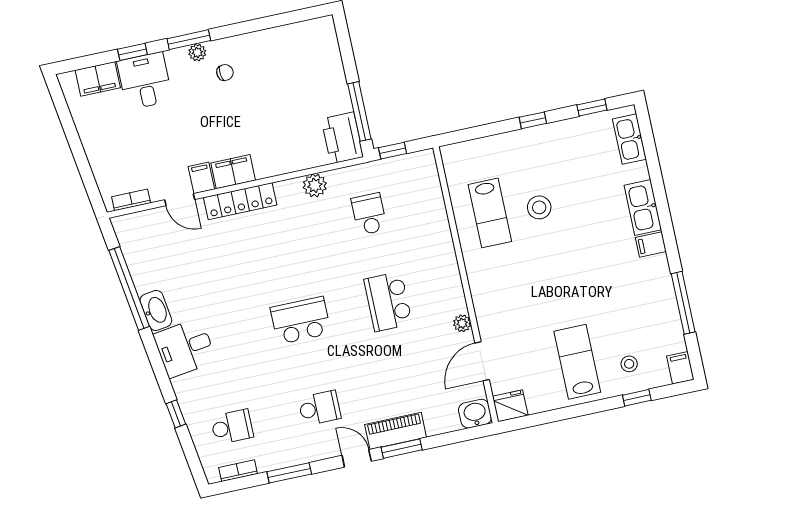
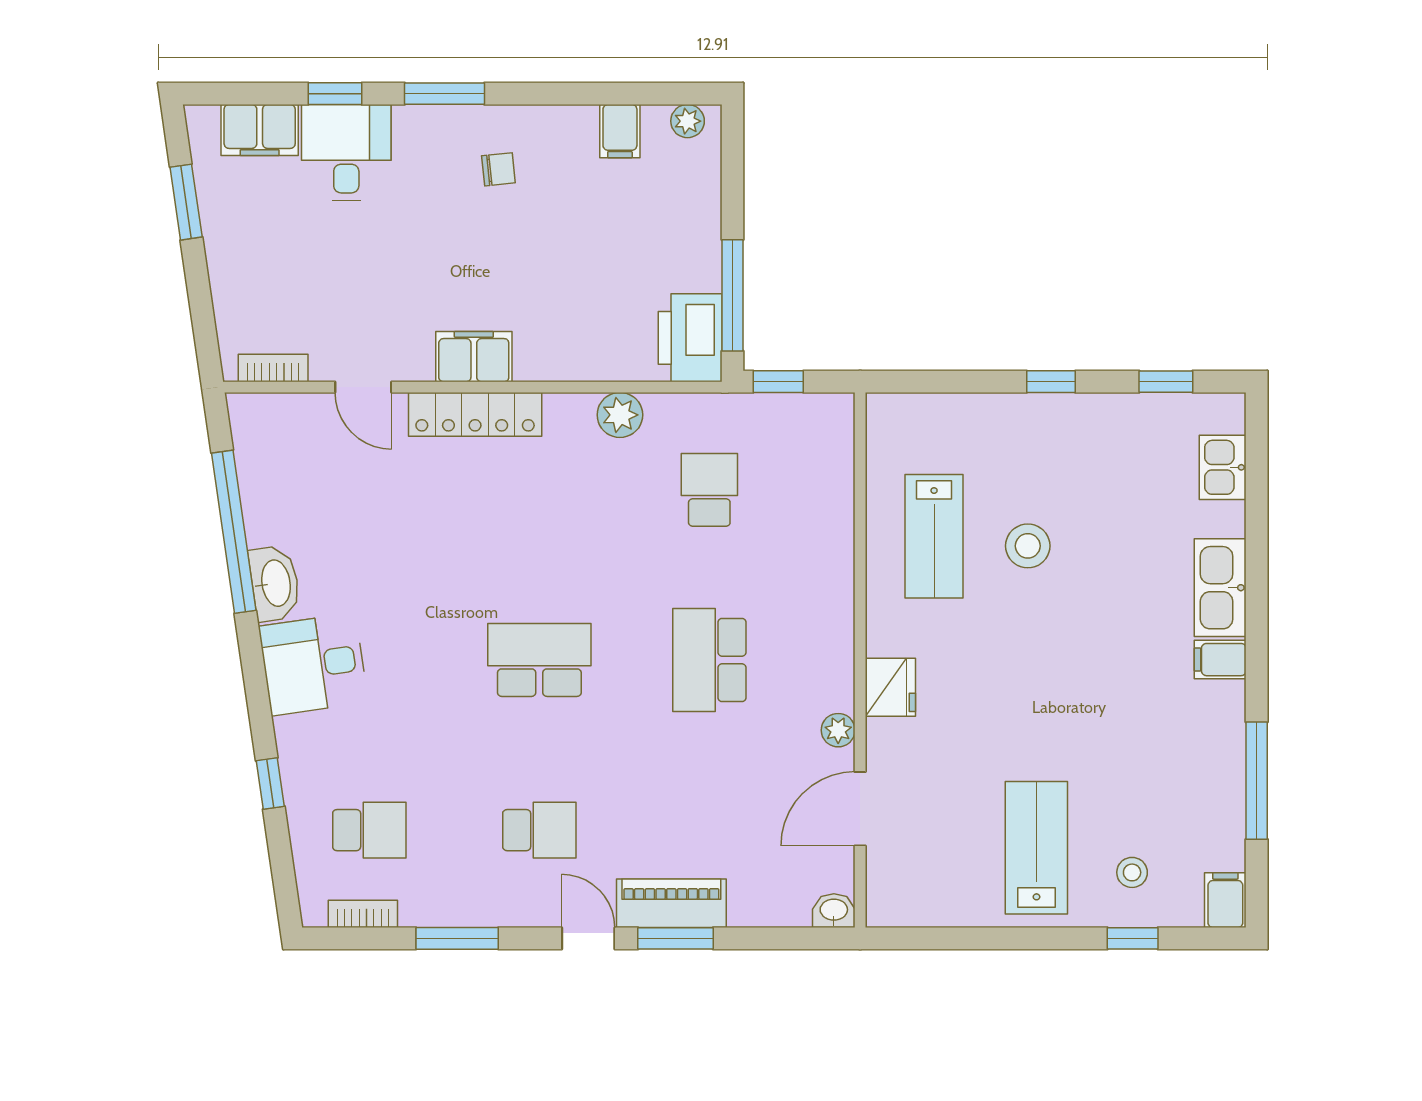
plant: (197, 53) -> (688, 121), moved
window: (68, 124) -> (186, 202), added
kitchen sink: (629, 139) -> (1223, 467), width x0.73
filing cabinet: (201, 178) -> (620, 131), moved, turned 180
fridge: (510, 406) -> (890, 687), moved, turned 90
washbasin: (475, 414) -> (834, 911), width x0.72, depth x0.69

